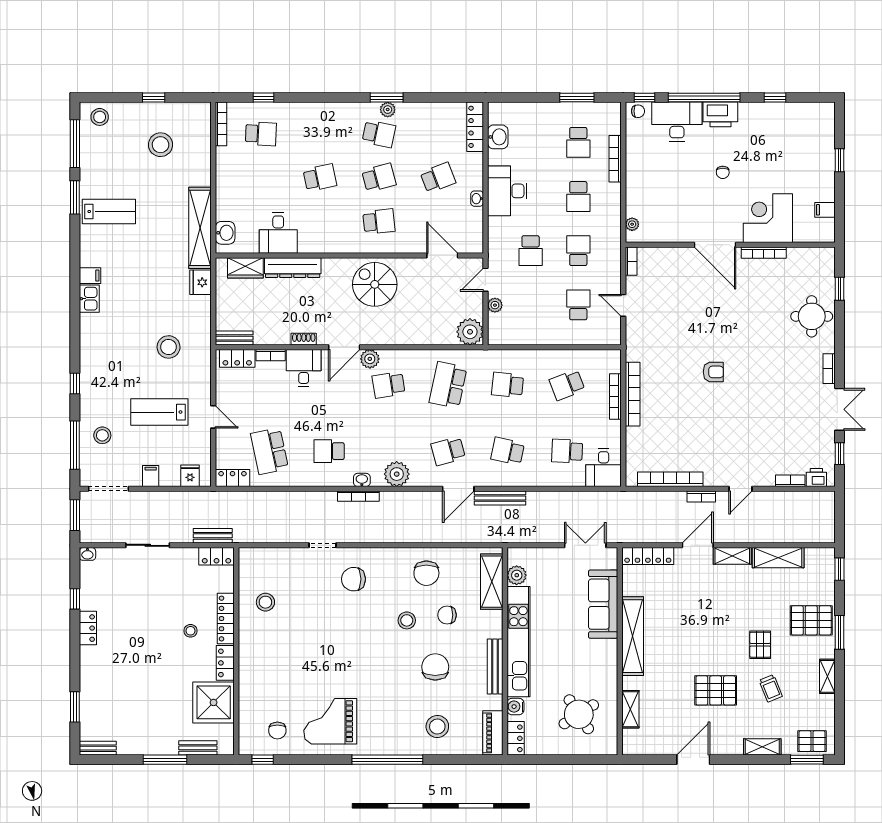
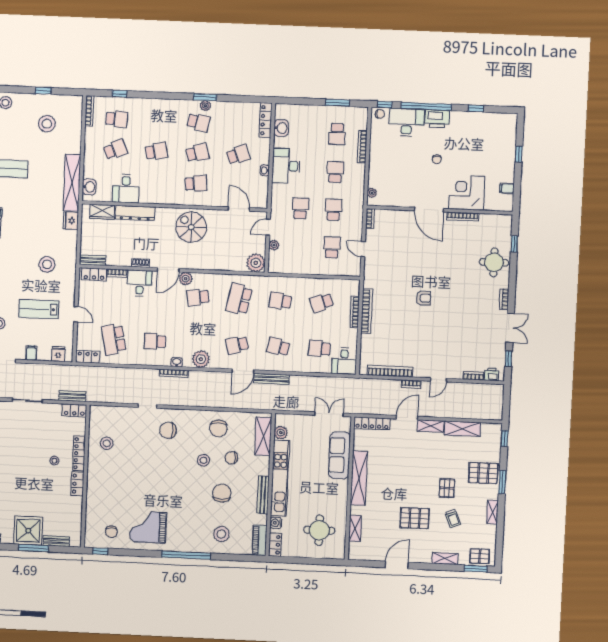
school desk: (261, 178) -> (115, 150), added
school desk: (578, 197) -> (335, 172), turned 180
school desk: (531, 251) -> (300, 208), turned 180
shower: (214, 702) -> (28, 531), moved
round table: (579, 714) -> (319, 530), turned 33

